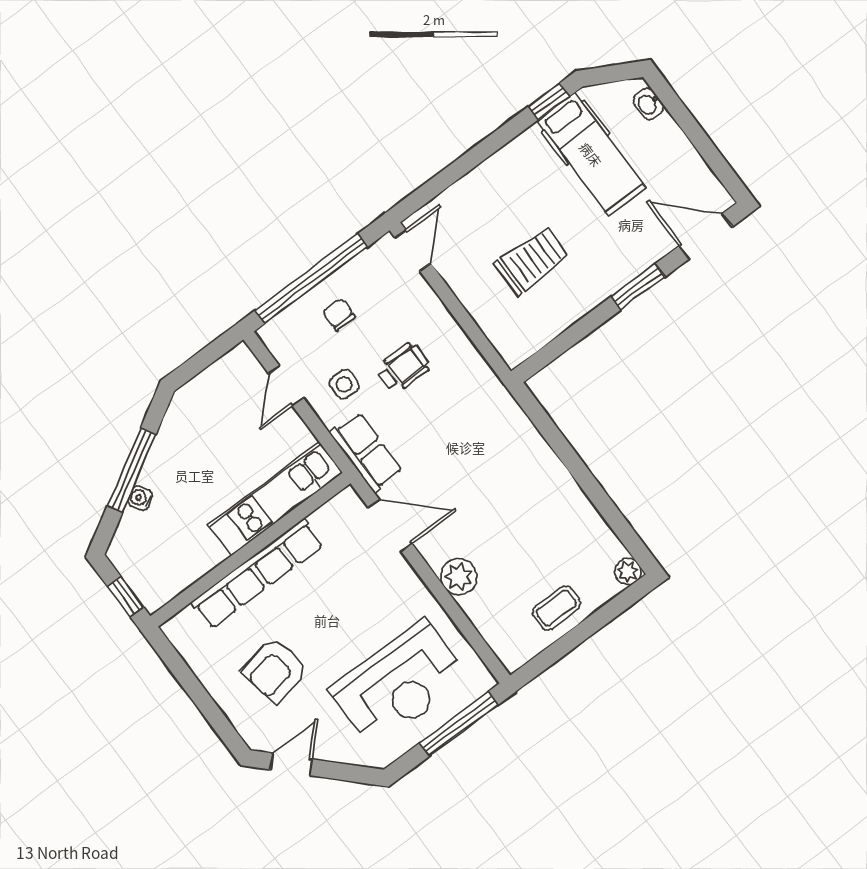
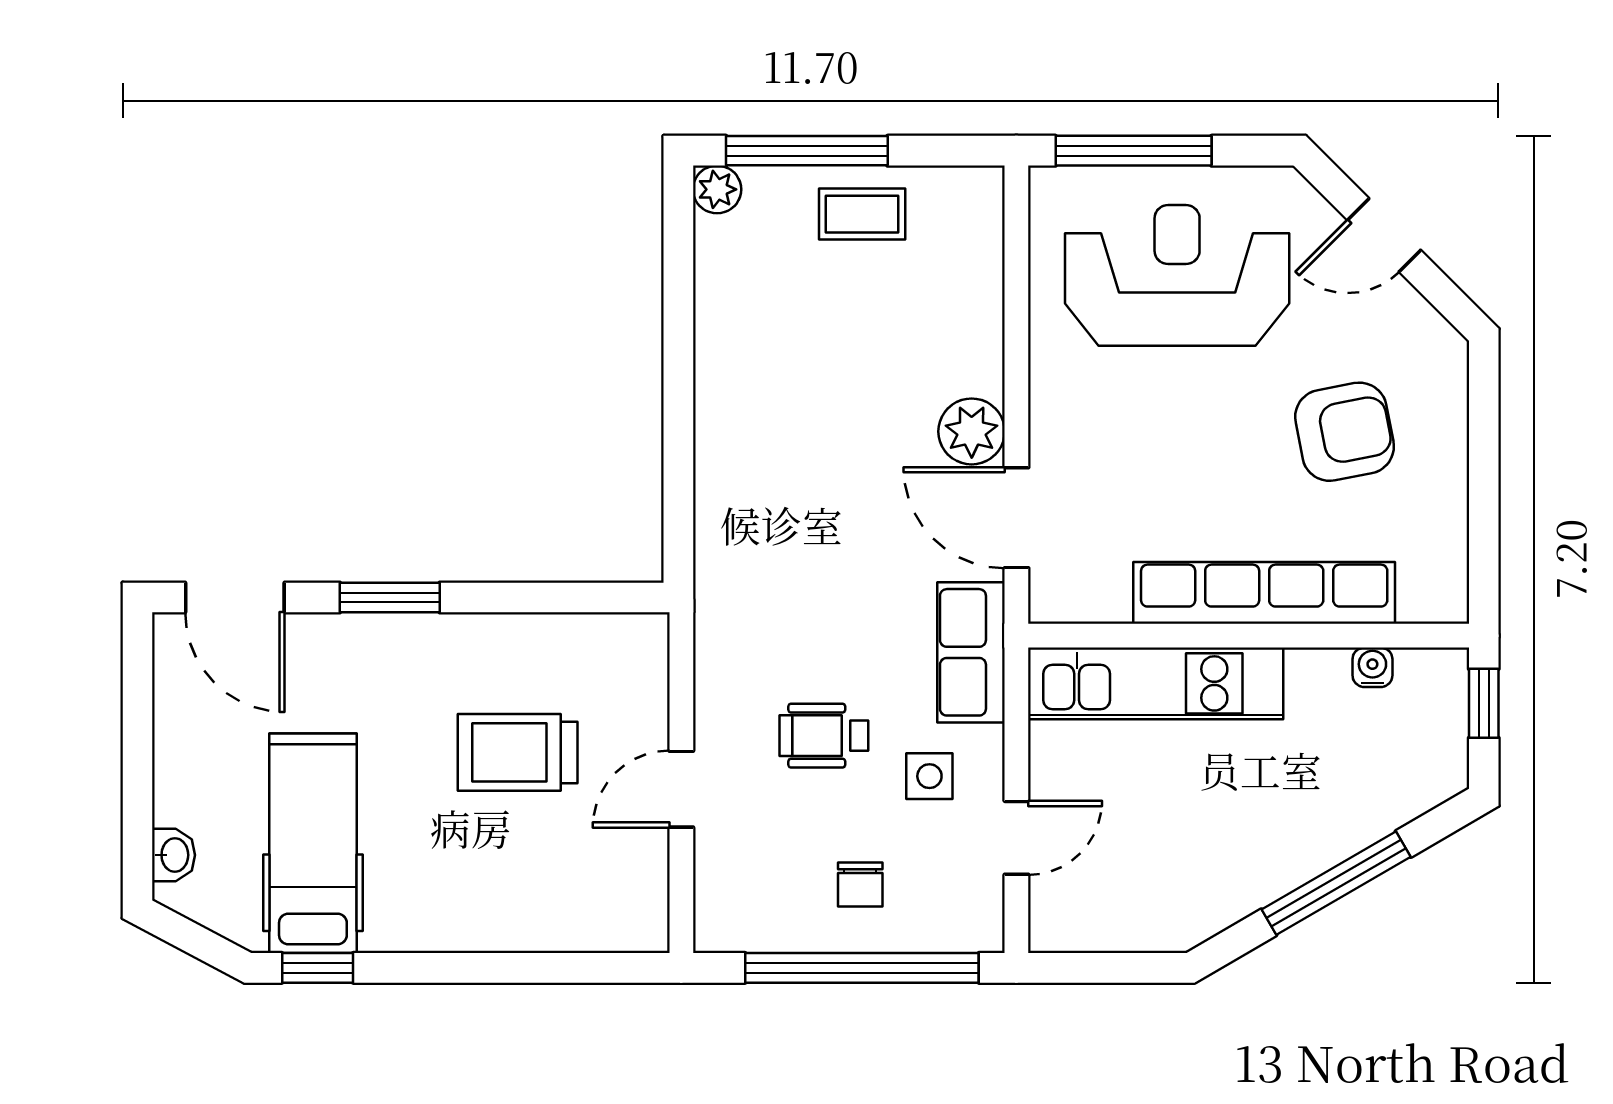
door: (413, 250) -> (681, 789), moved
water cooler: (140, 498) -> (1372, 667), moved, turned -150
plant: (459, 577) -> (972, 431), moved
window: (601, 618) -> (807, 151), added
door: (291, 764) -> (1384, 235), moved

